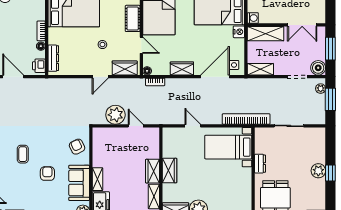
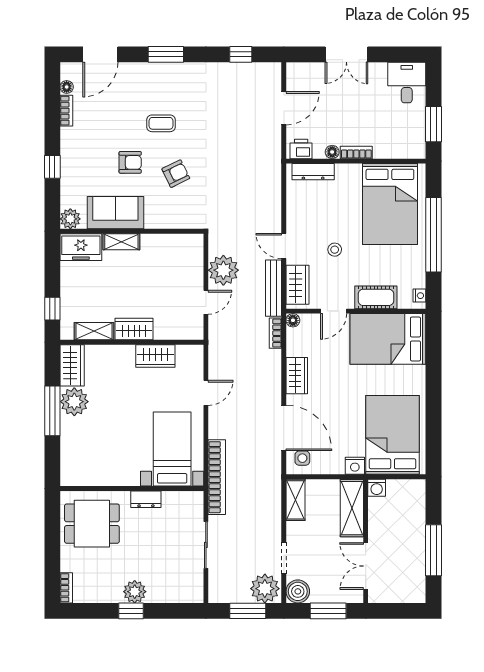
bench: (127, 83) -> (274, 288), added
plant: (321, 89) -> (265, 589), width x1.87, depth x1.87
armchair: (77, 147) -> (176, 174), moved
wardrobe: (170, 171) -> (155, 356), moved

